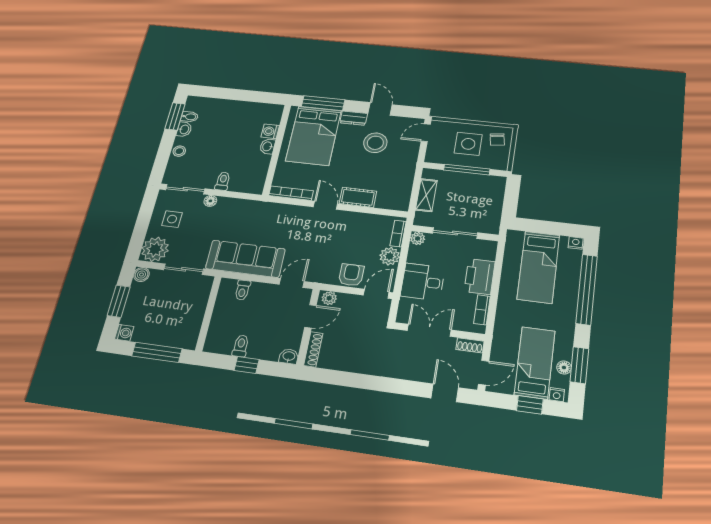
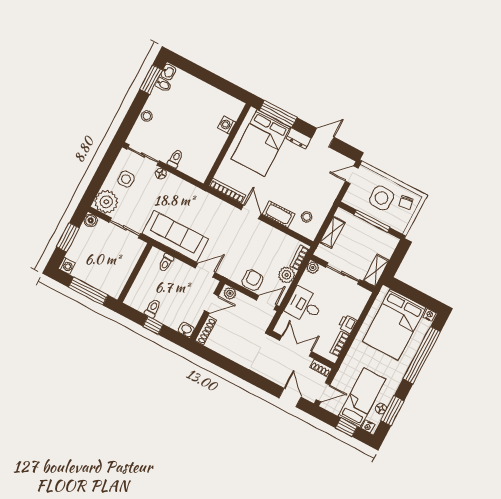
door: (380, 109) -> (323, 138), hinge flipped
washbasin: (184, 129) -> (168, 72), moved
stool: (375, 143) -> (307, 217), moved, width x0.53, depth x0.53
washbasin: (267, 146) -> (220, 139), removed
shelving: (493, 217) -> (376, 271), added
bed: (538, 267) -> (394, 325), width x1.50
printer: (480, 277) -> (348, 324), width x0.53, depth x0.68

